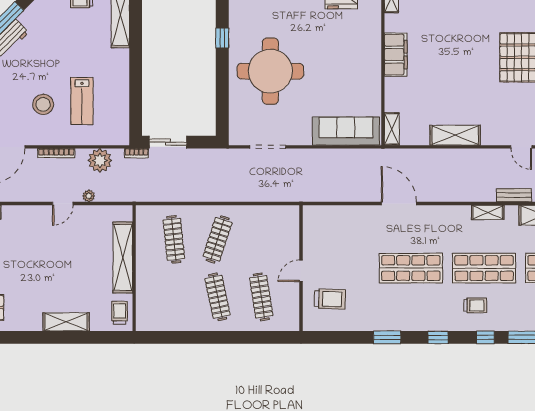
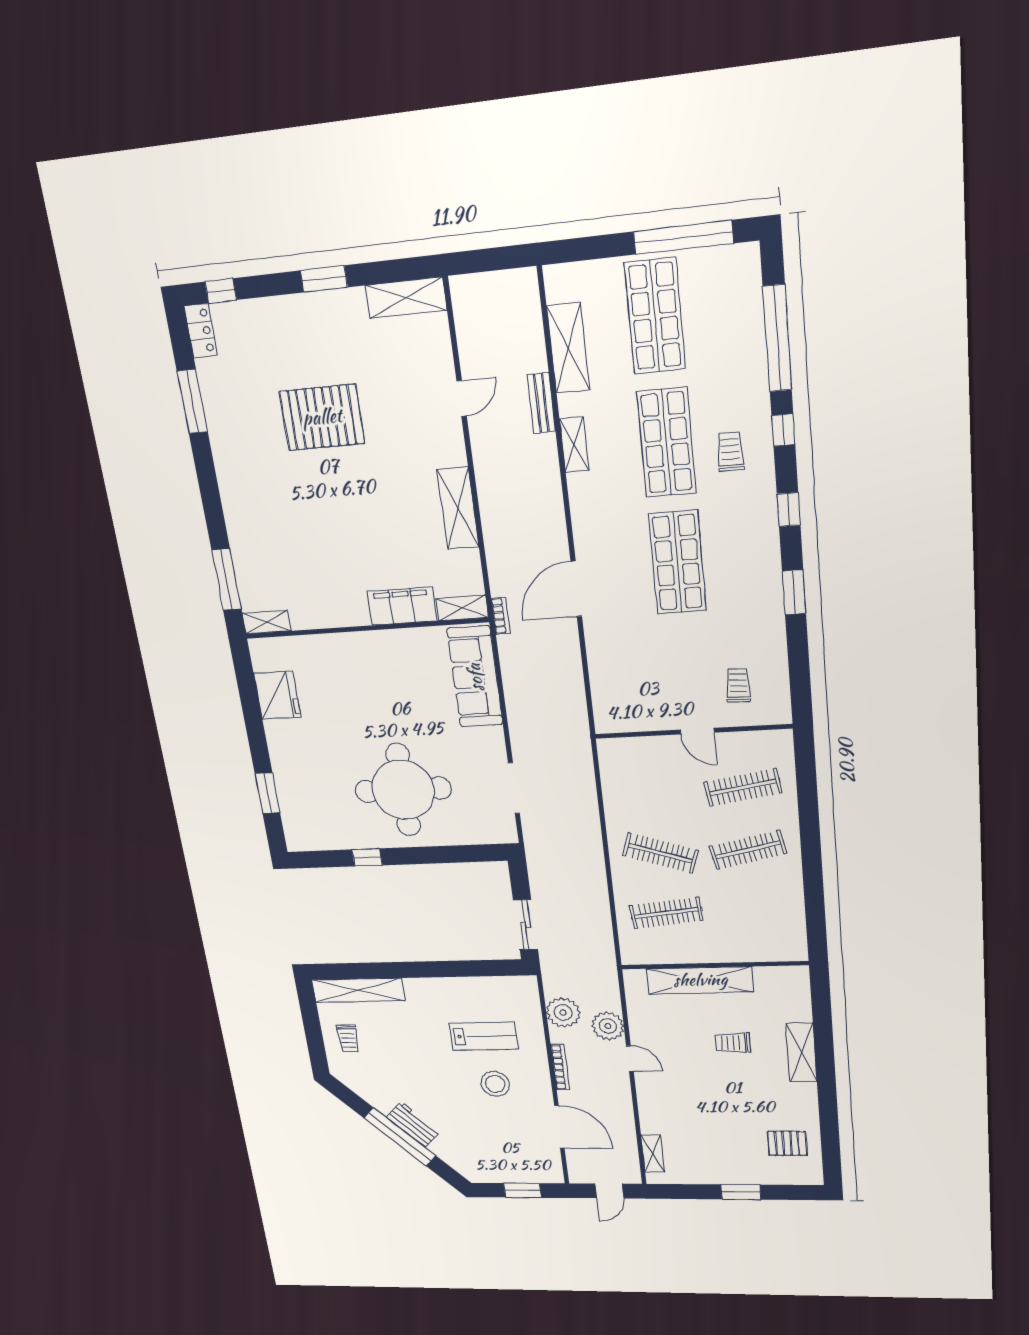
filing cabinet: (396, 55) -> (402, 606), moved
bookcase: (137, 153) -> (501, 616), moved
plant: (89, 196) -> (608, 1026), width x1.88, depth x1.88
trolley: (330, 299) -> (738, 685), width x0.73, depth x0.72
trolley: (120, 313) -> (733, 1043), moved

